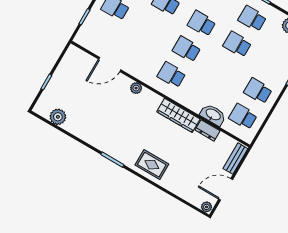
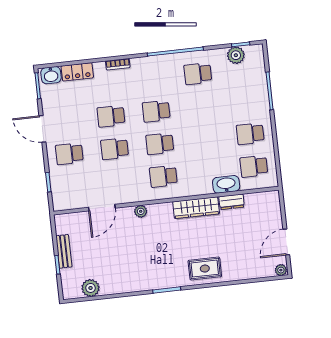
school desk: (237, 44) -> (115, 149), moved
bench: (235, 159) -> (64, 251), moved

